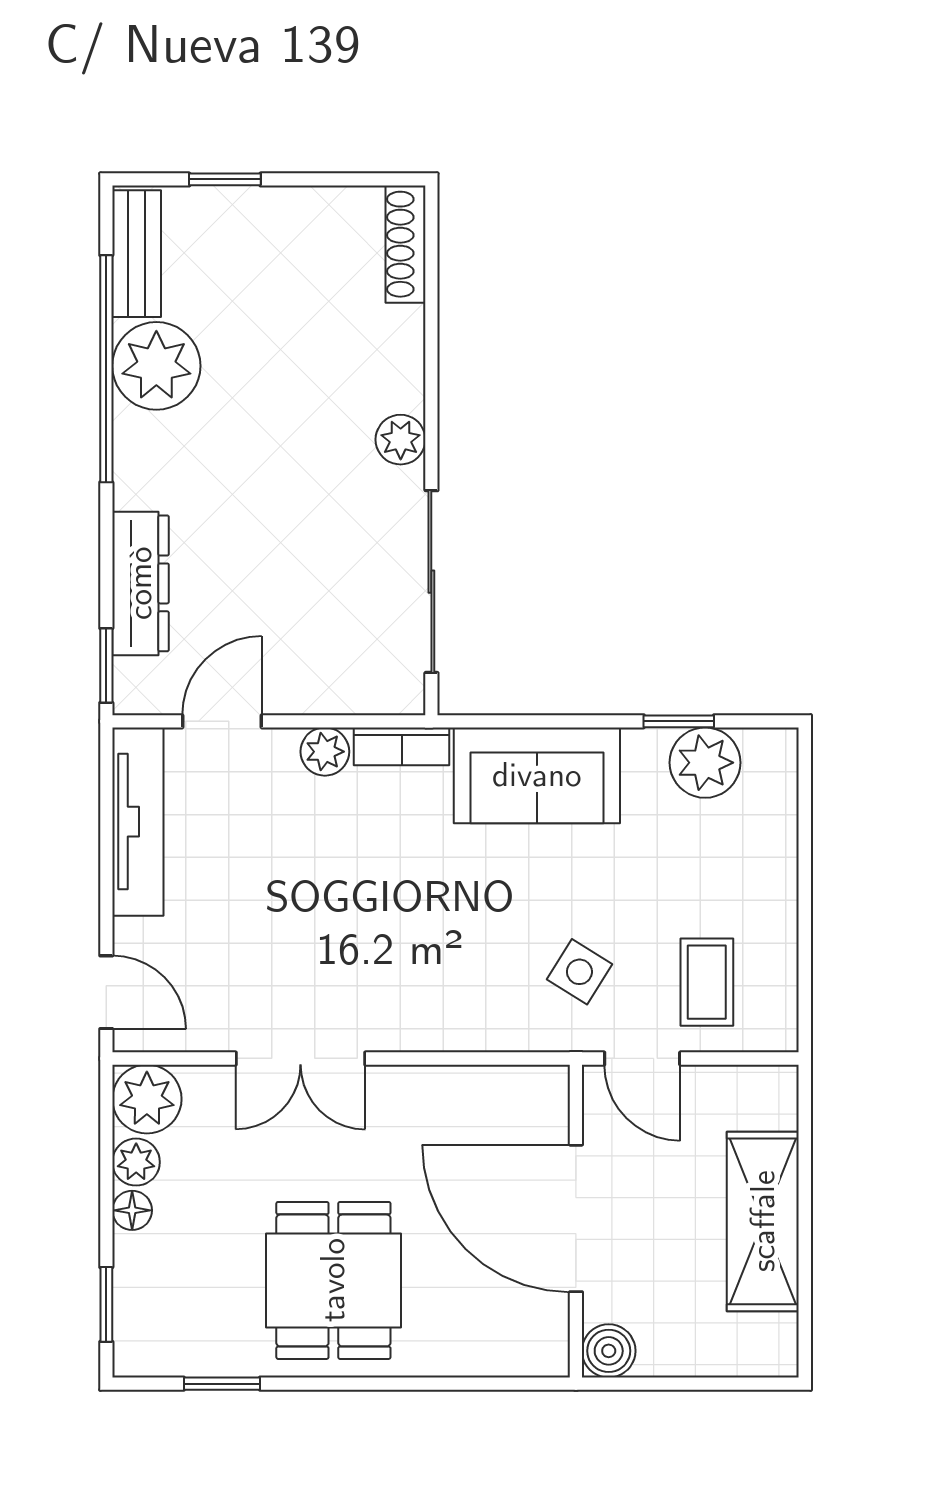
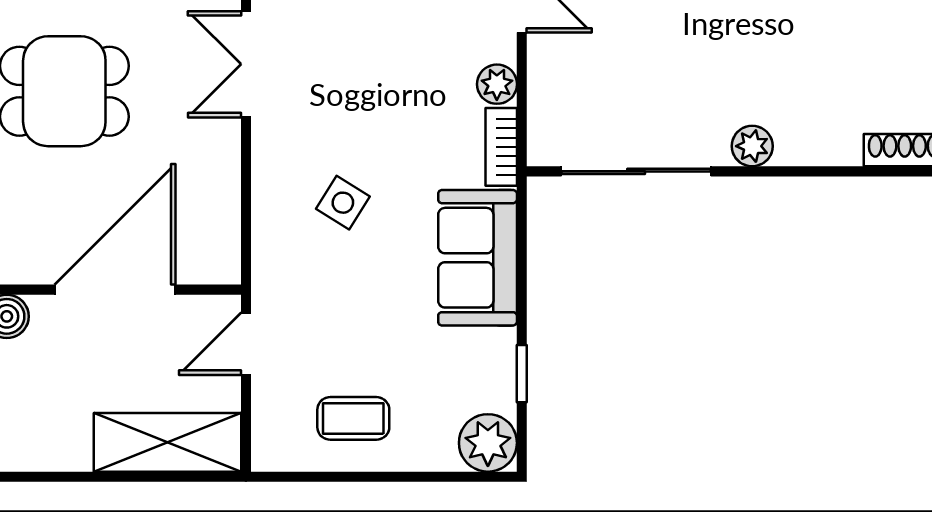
plant: (705, 763) -> (488, 443), moved
side table: (579, 972) -> (343, 203), moved
coffee table: (707, 982) -> (353, 418), moved
shelving: (763, 1221) -> (167, 442), moved

